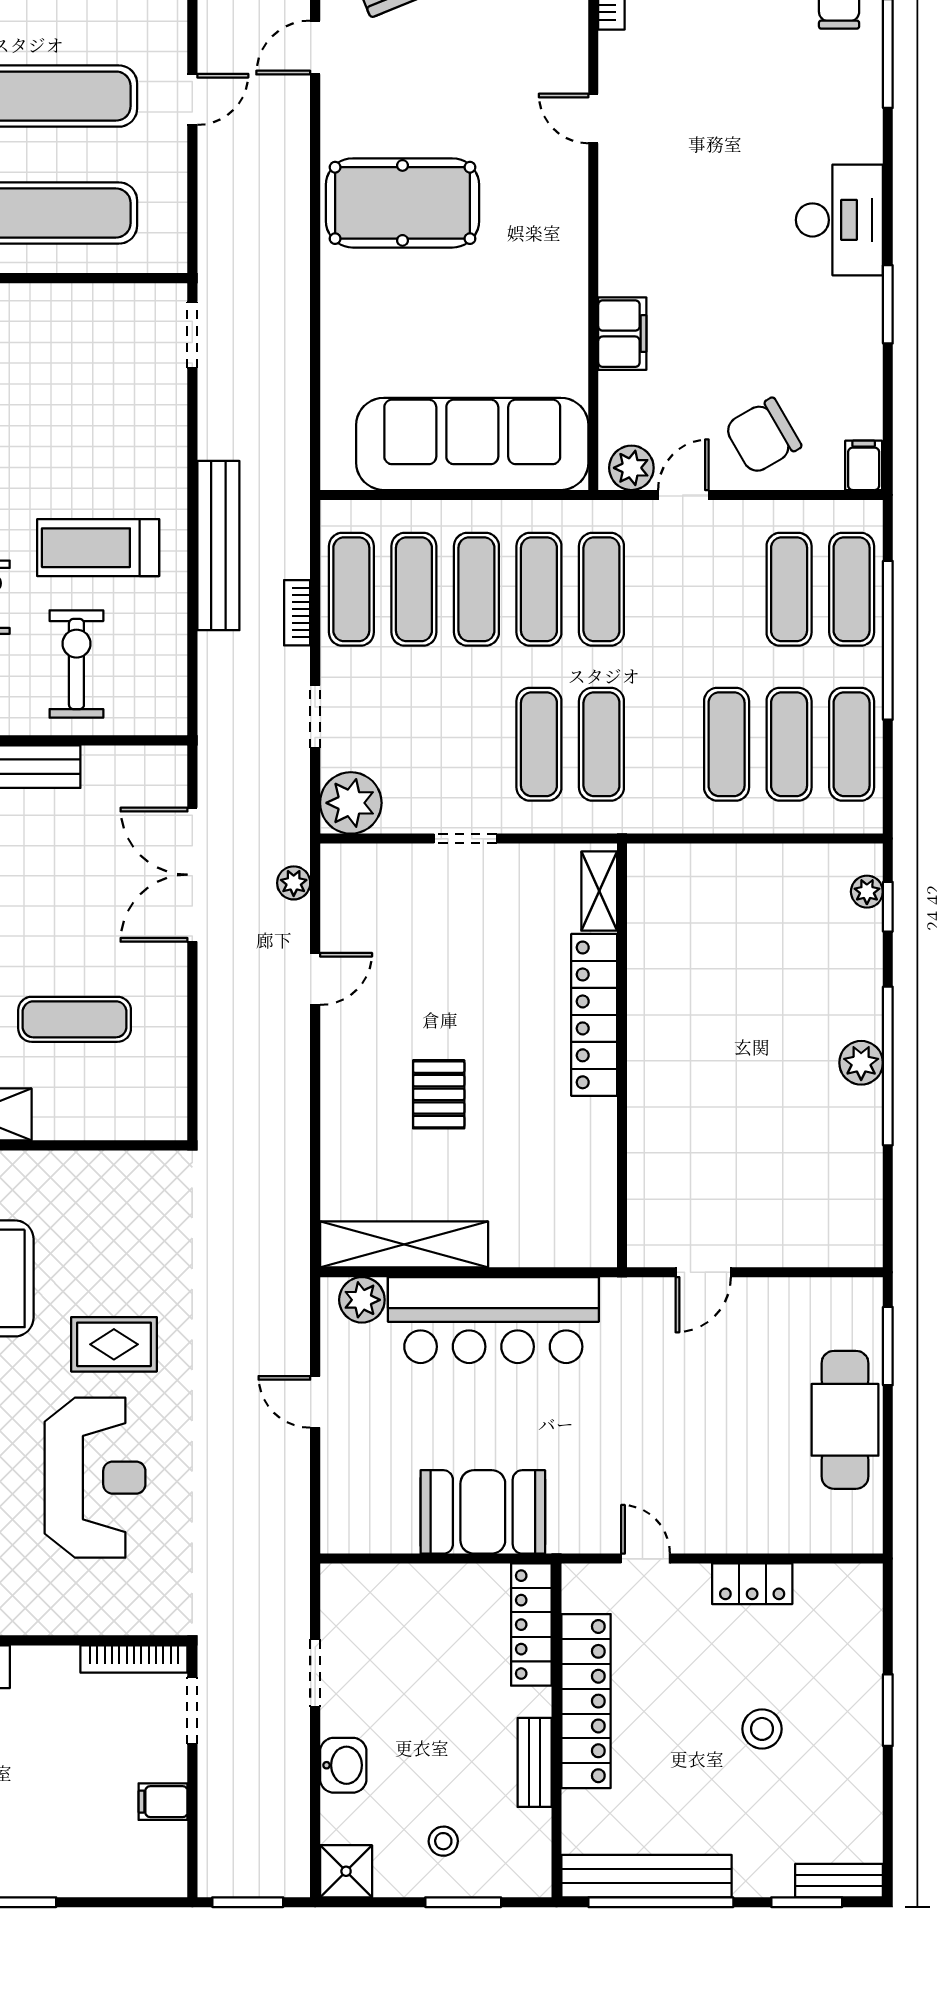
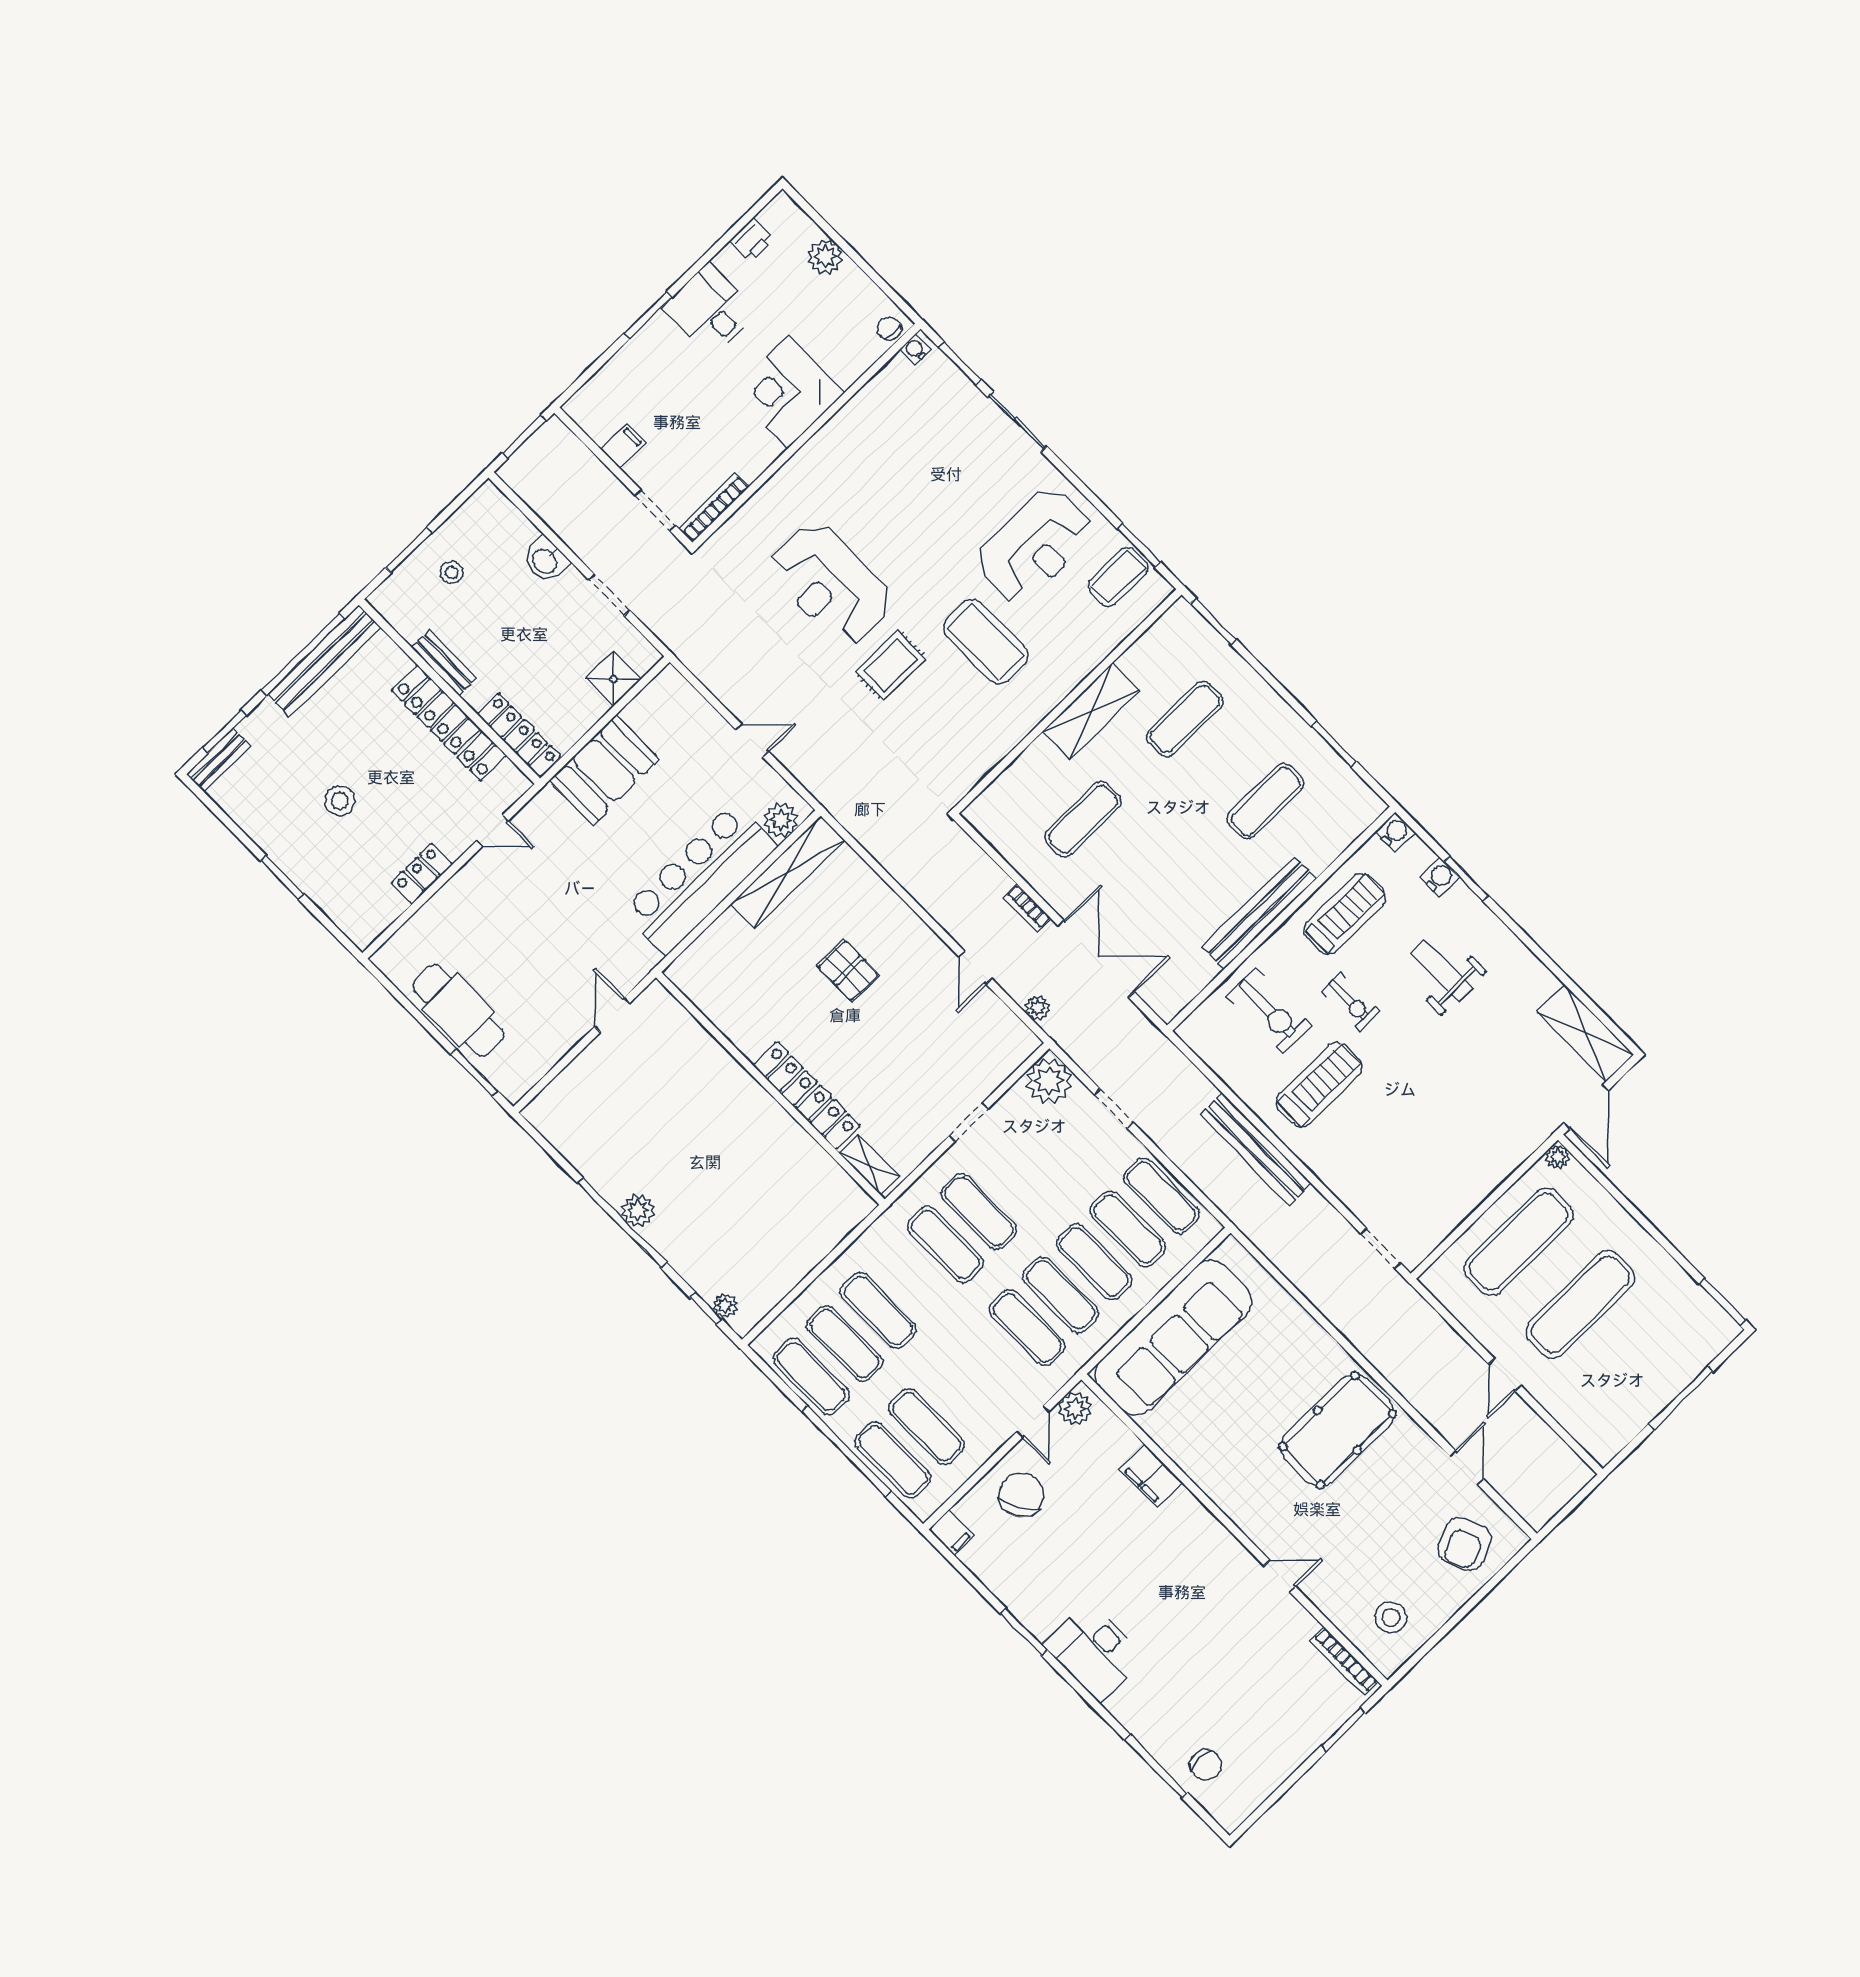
bookcase: (297, 613) -> (1027, 908), moved, turned 180
shower: (346, 1871) -> (613, 679), moved

